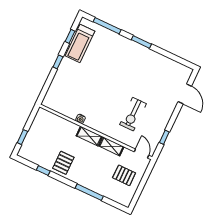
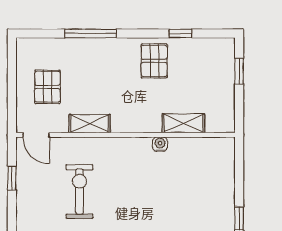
shelving: (89, 136) -> (183, 123), moved
pallet: (124, 175) -> (47, 87), turned 90

